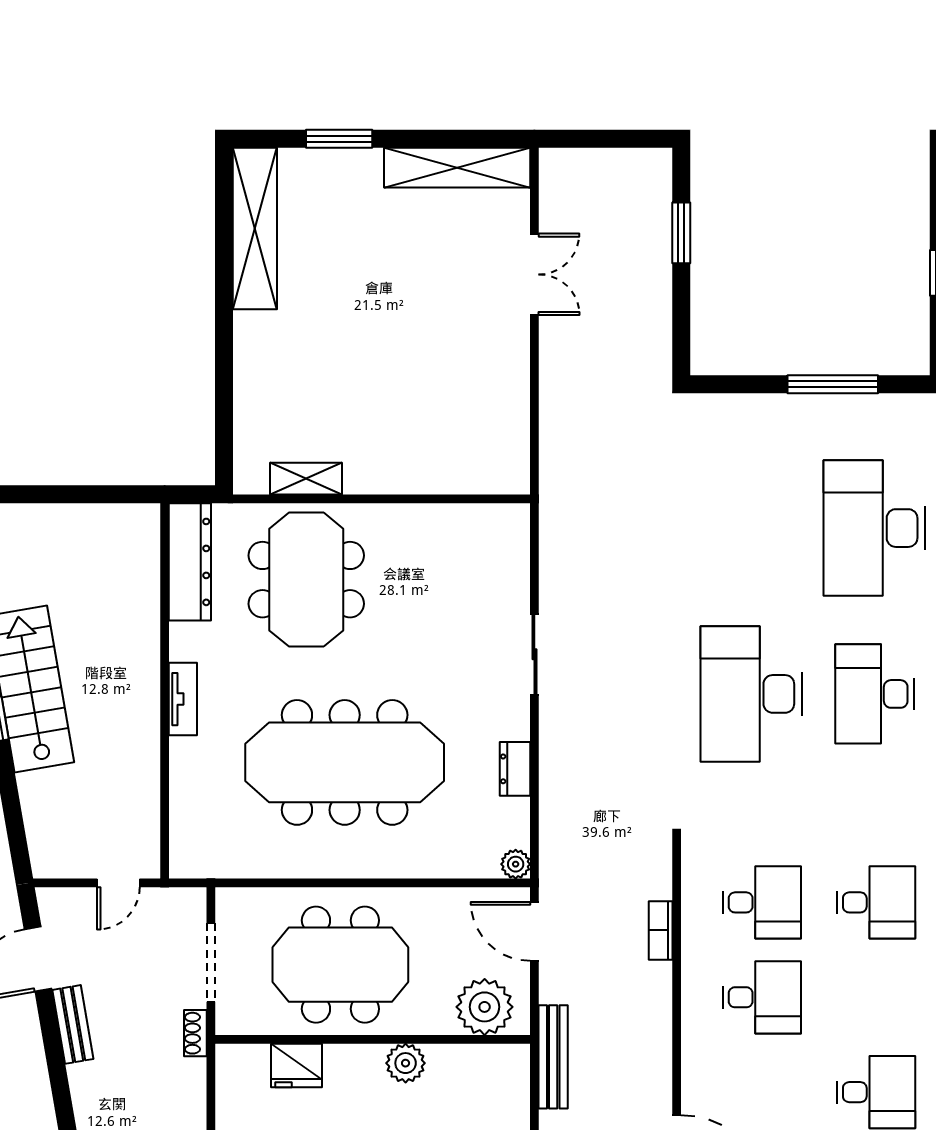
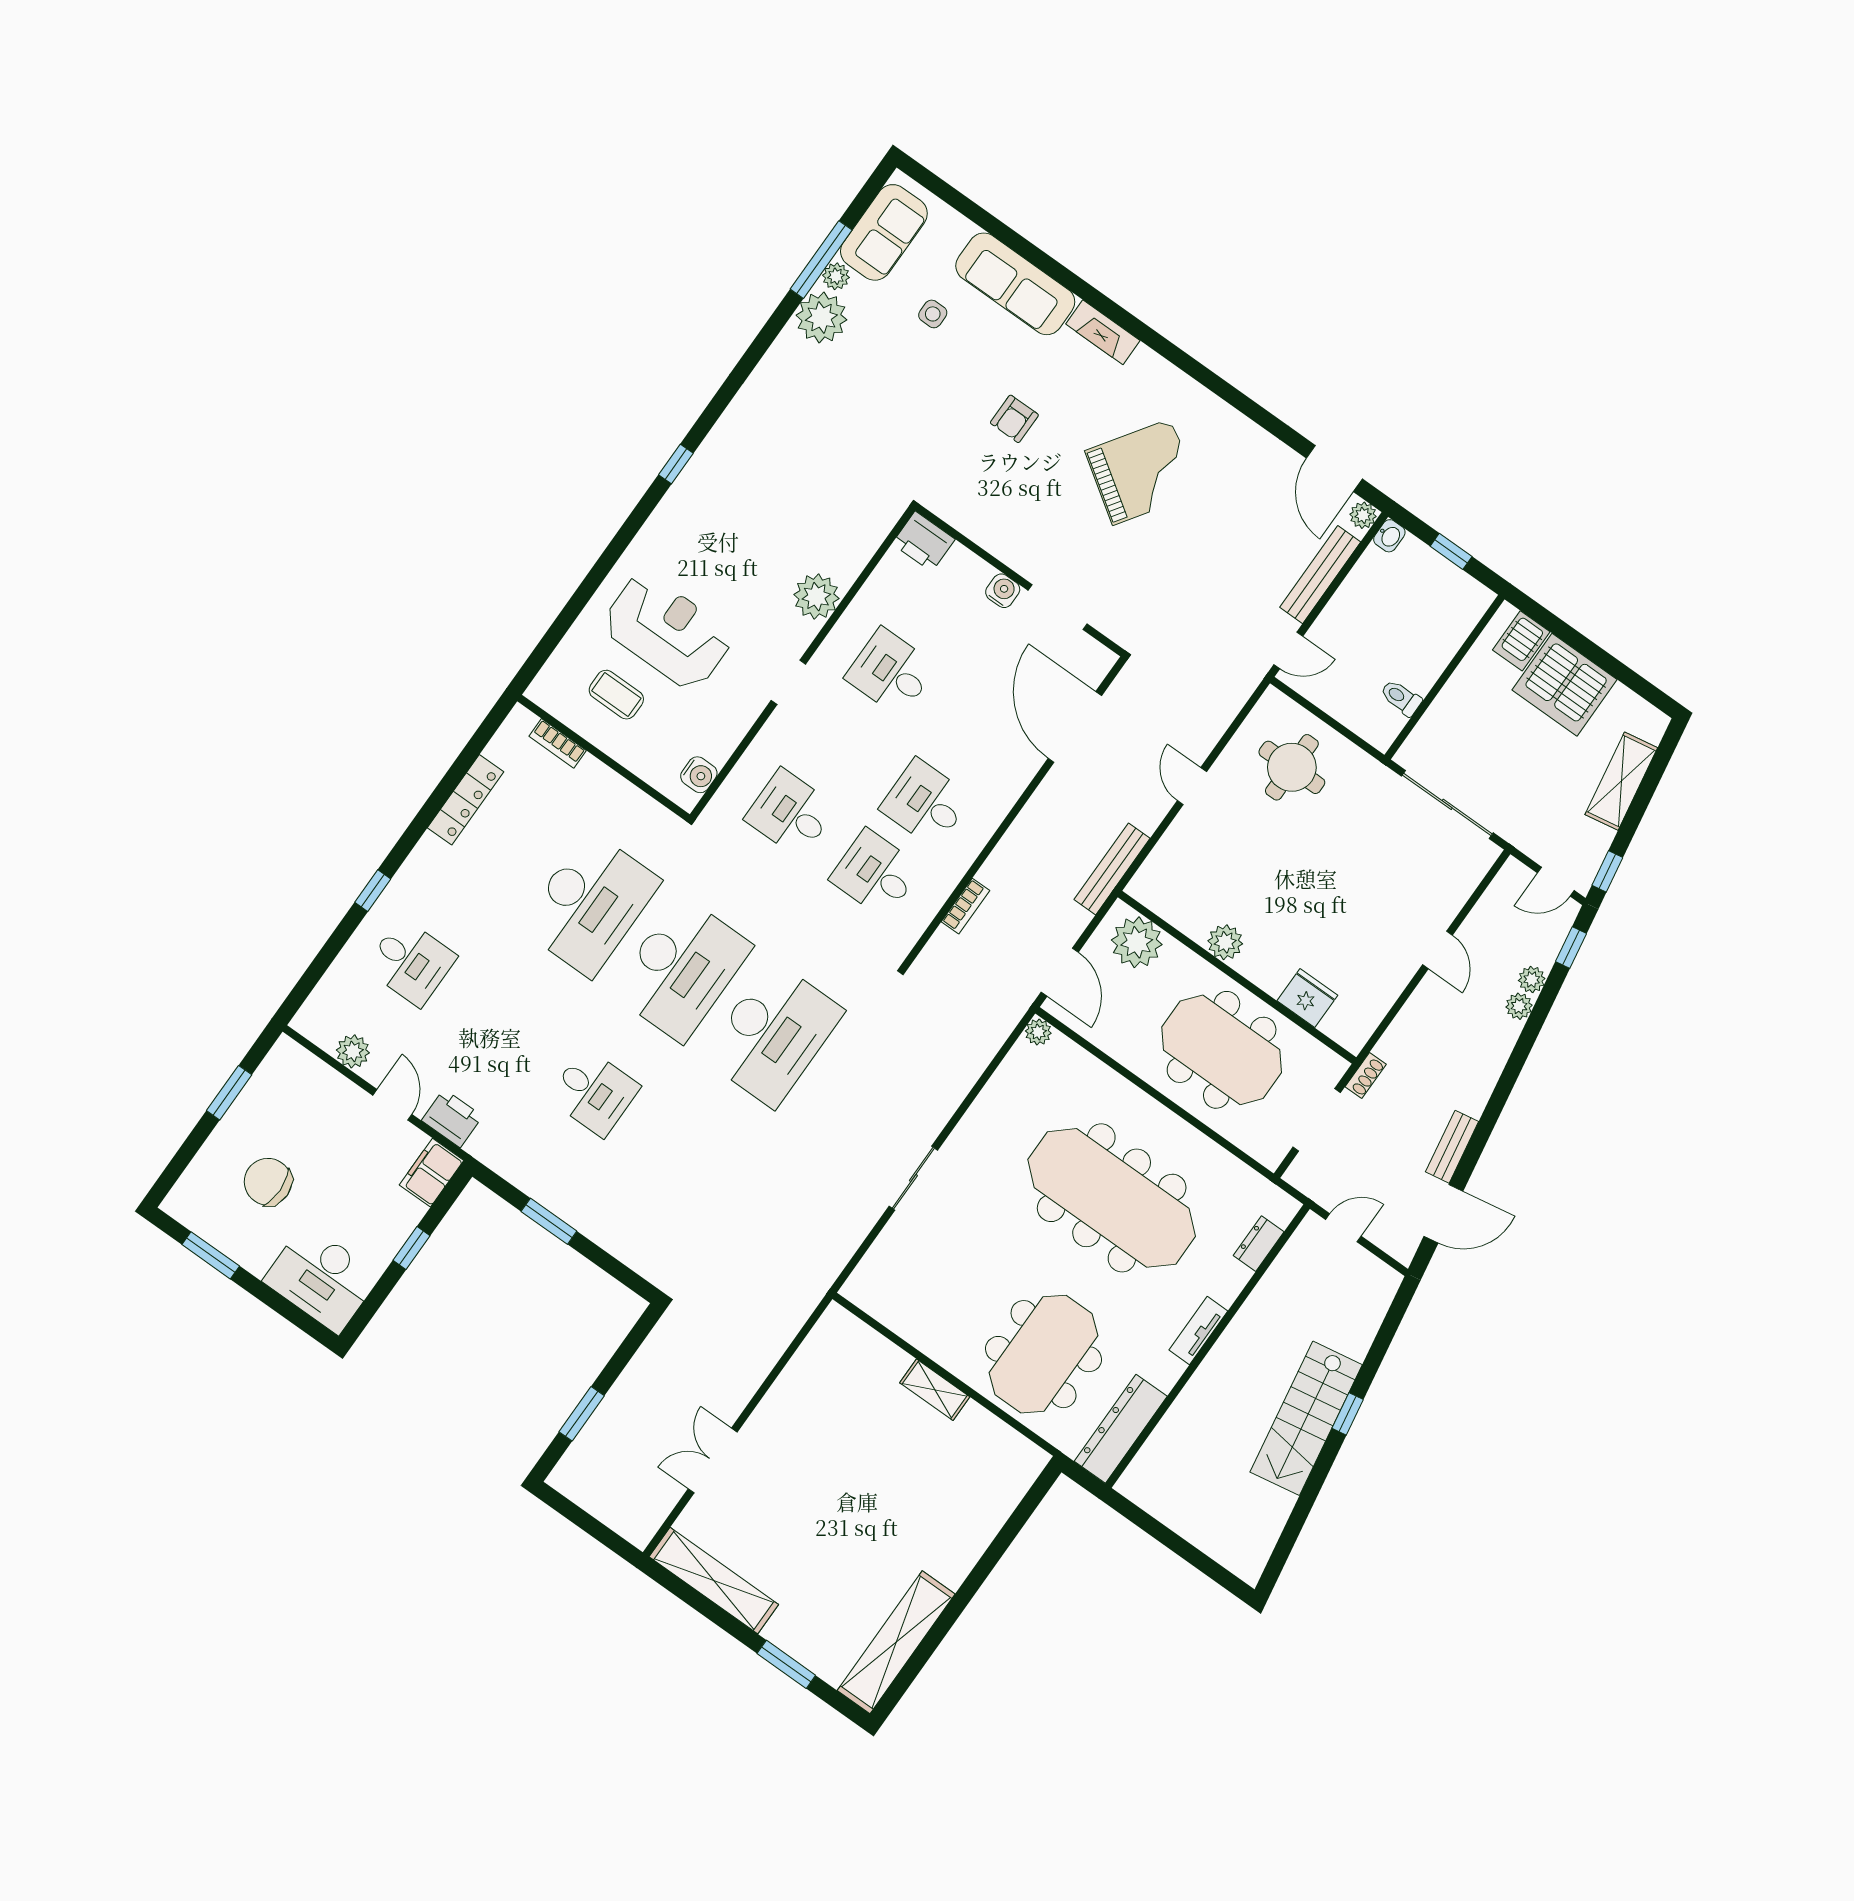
window: (833, 384) -> (549, 1221), width x0.69
shelving: (306, 479) -> (935, 1390), moved
desk: (875, 528) -> (594, 1092), width x0.53, depth x0.77
desk: (875, 694) -> (681, 969), width x1.36, depth x1.30
dresser: (515, 769) -> (1259, 1244), moved, turned 180

